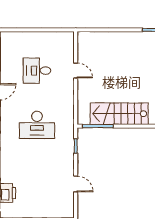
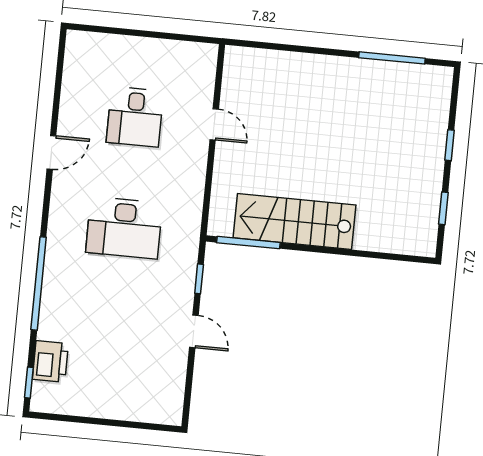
desk: (37, 71) -> (135, 117), turned -90
door: (76, 184) -> (194, 331), moved

